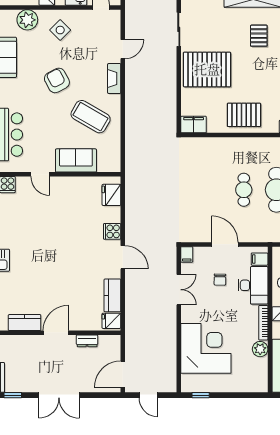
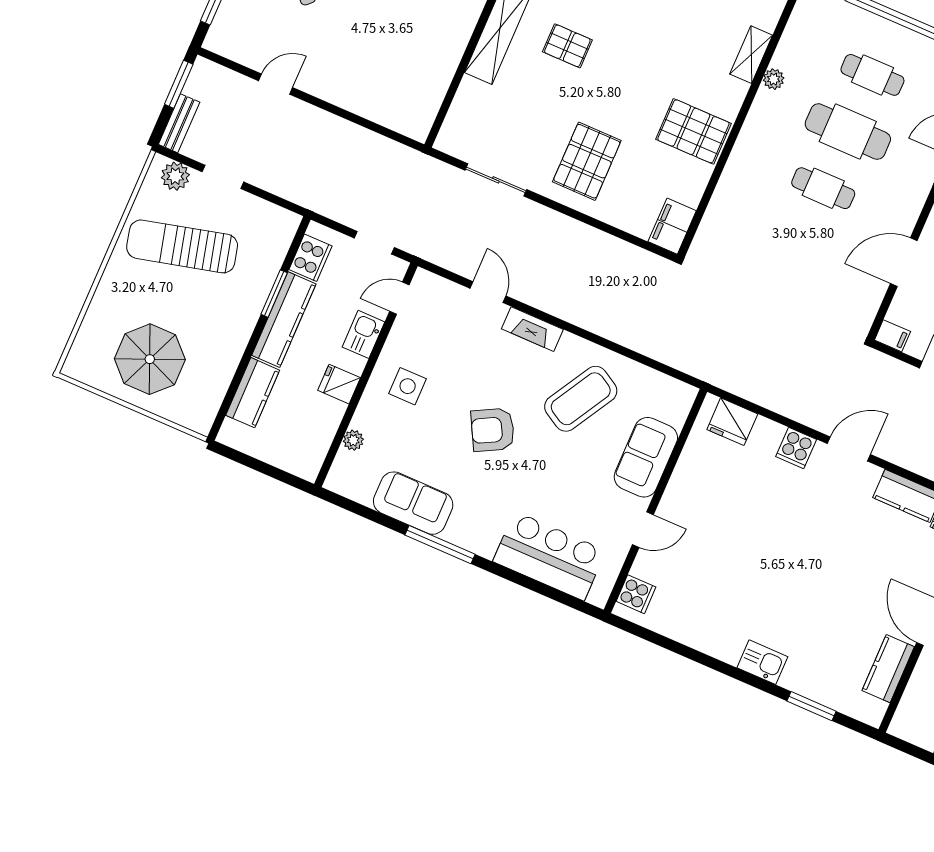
plant: (27, 20) -> (353, 440), width x0.53, depth x0.53
side table: (60, 30) -> (408, 386), turned 45
pallet: (207, 69) -> (587, 161), width x0.73, depth x0.71
pallet: (244, 115) -> (693, 131), turned 90

